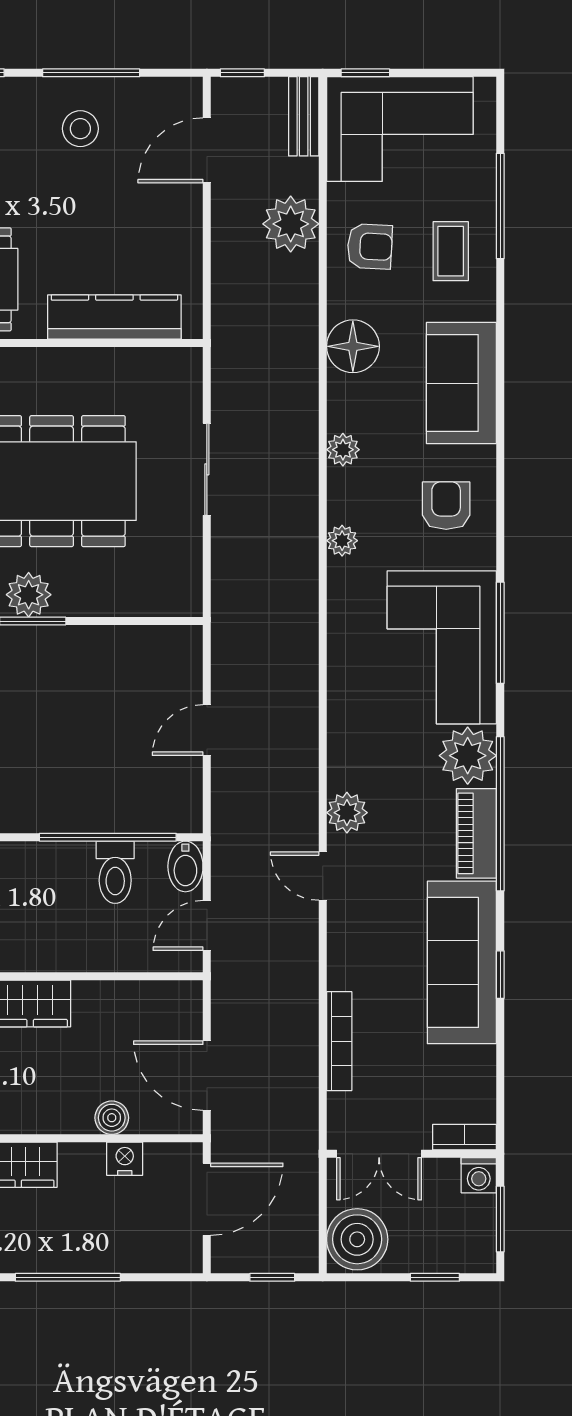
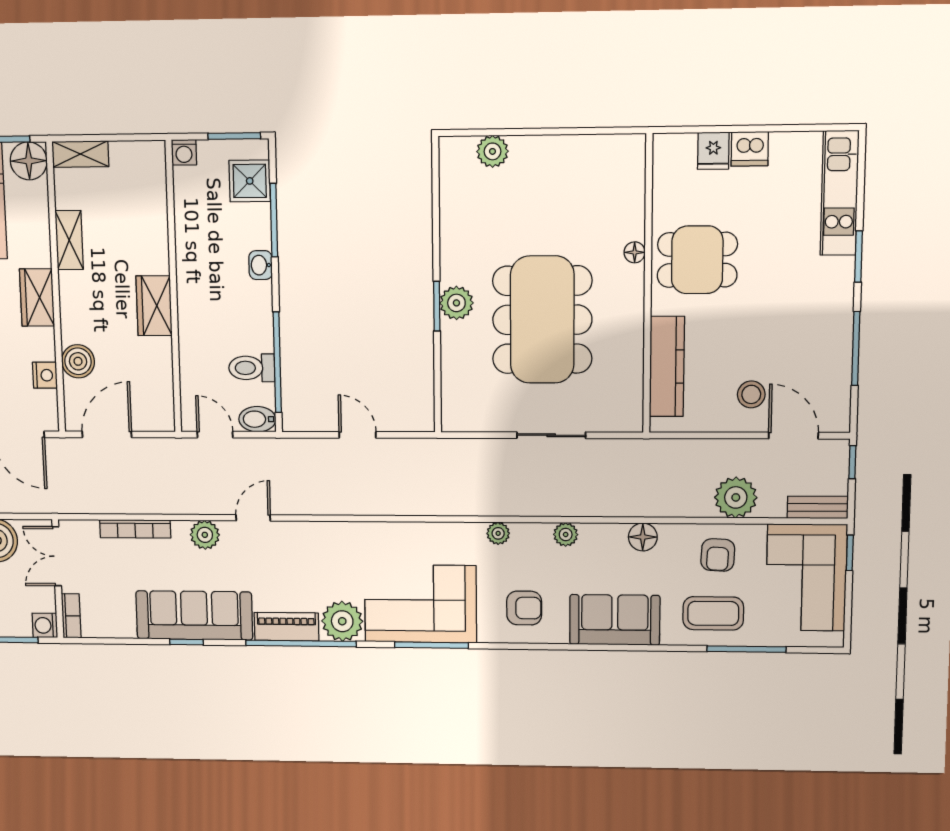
stool: (80, 129) -> (751, 394), moved
coffee table: (451, 251) -> (713, 613), width x1.36, depth x1.30
floor lamp: (353, 346) -> (643, 537), width x0.73, depth x0.73
plant: (347, 813) -> (205, 535), moved
boiler: (112, 1118) -> (78, 361), width x1.36, depth x1.36

